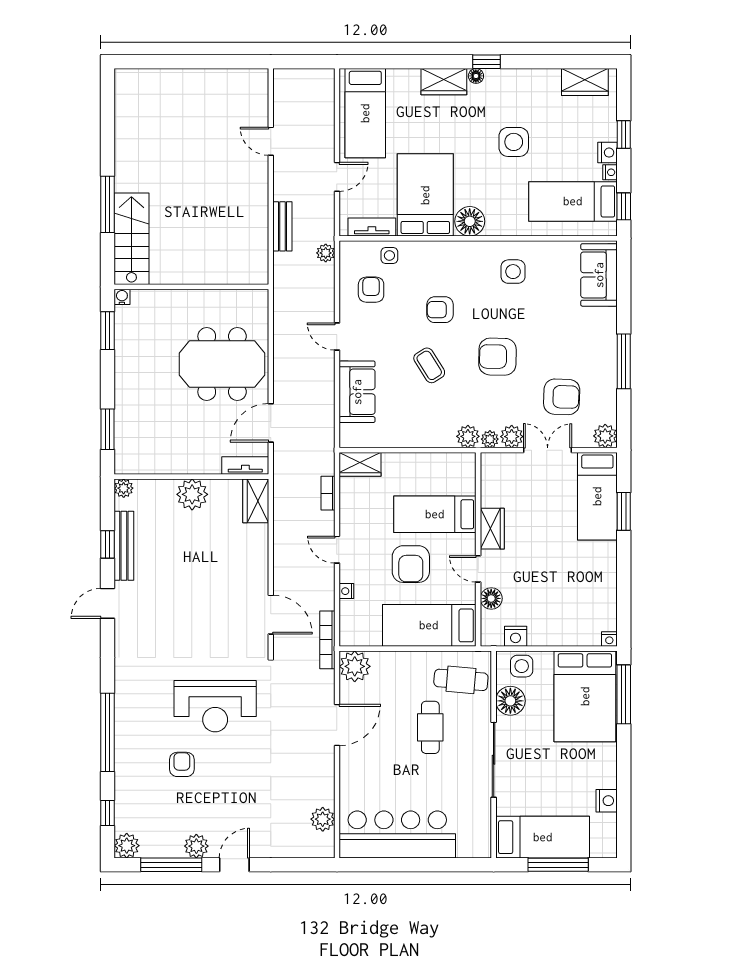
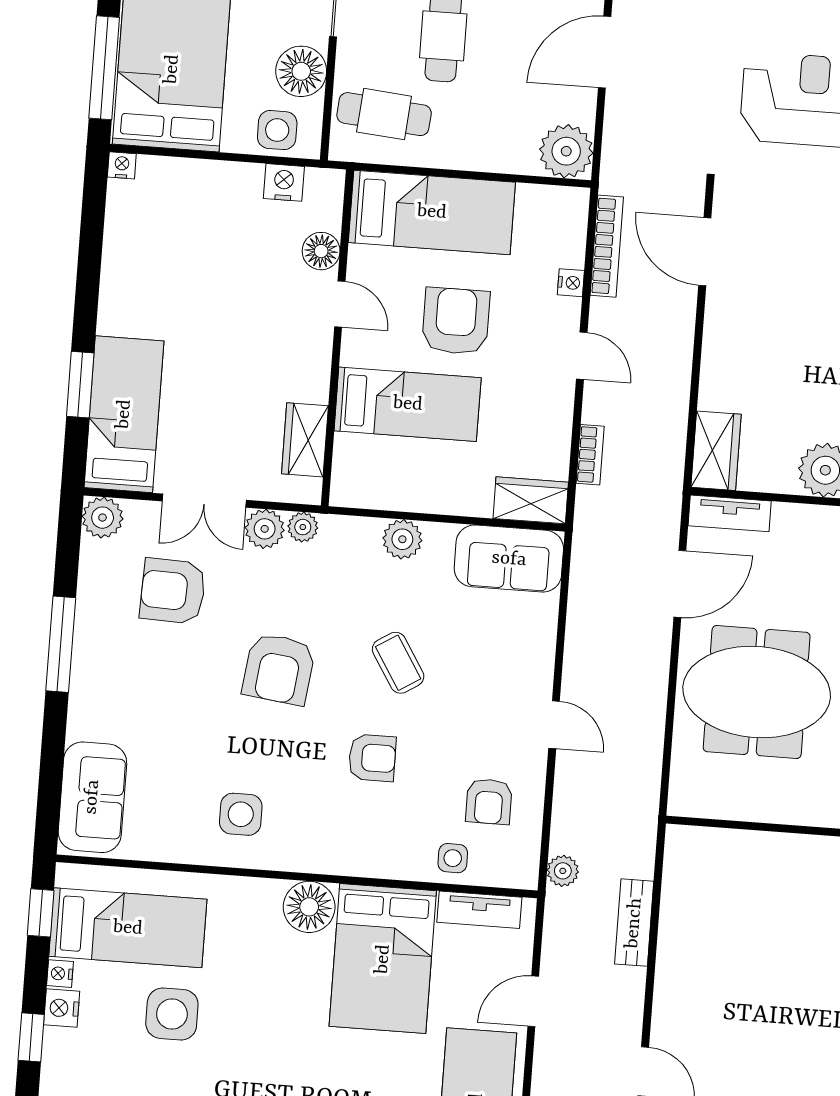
side table: (514, 142) -> (172, 1014), moved
armchair: (497, 357) -> (279, 669), turned 96
sofa: (357, 392) -> (509, 559), moved, turned -90
plant: (468, 436) -> (402, 539), moved
wardrobe: (492, 529) -> (305, 440), moved
bookcase: (327, 640) -> (607, 246), moved

